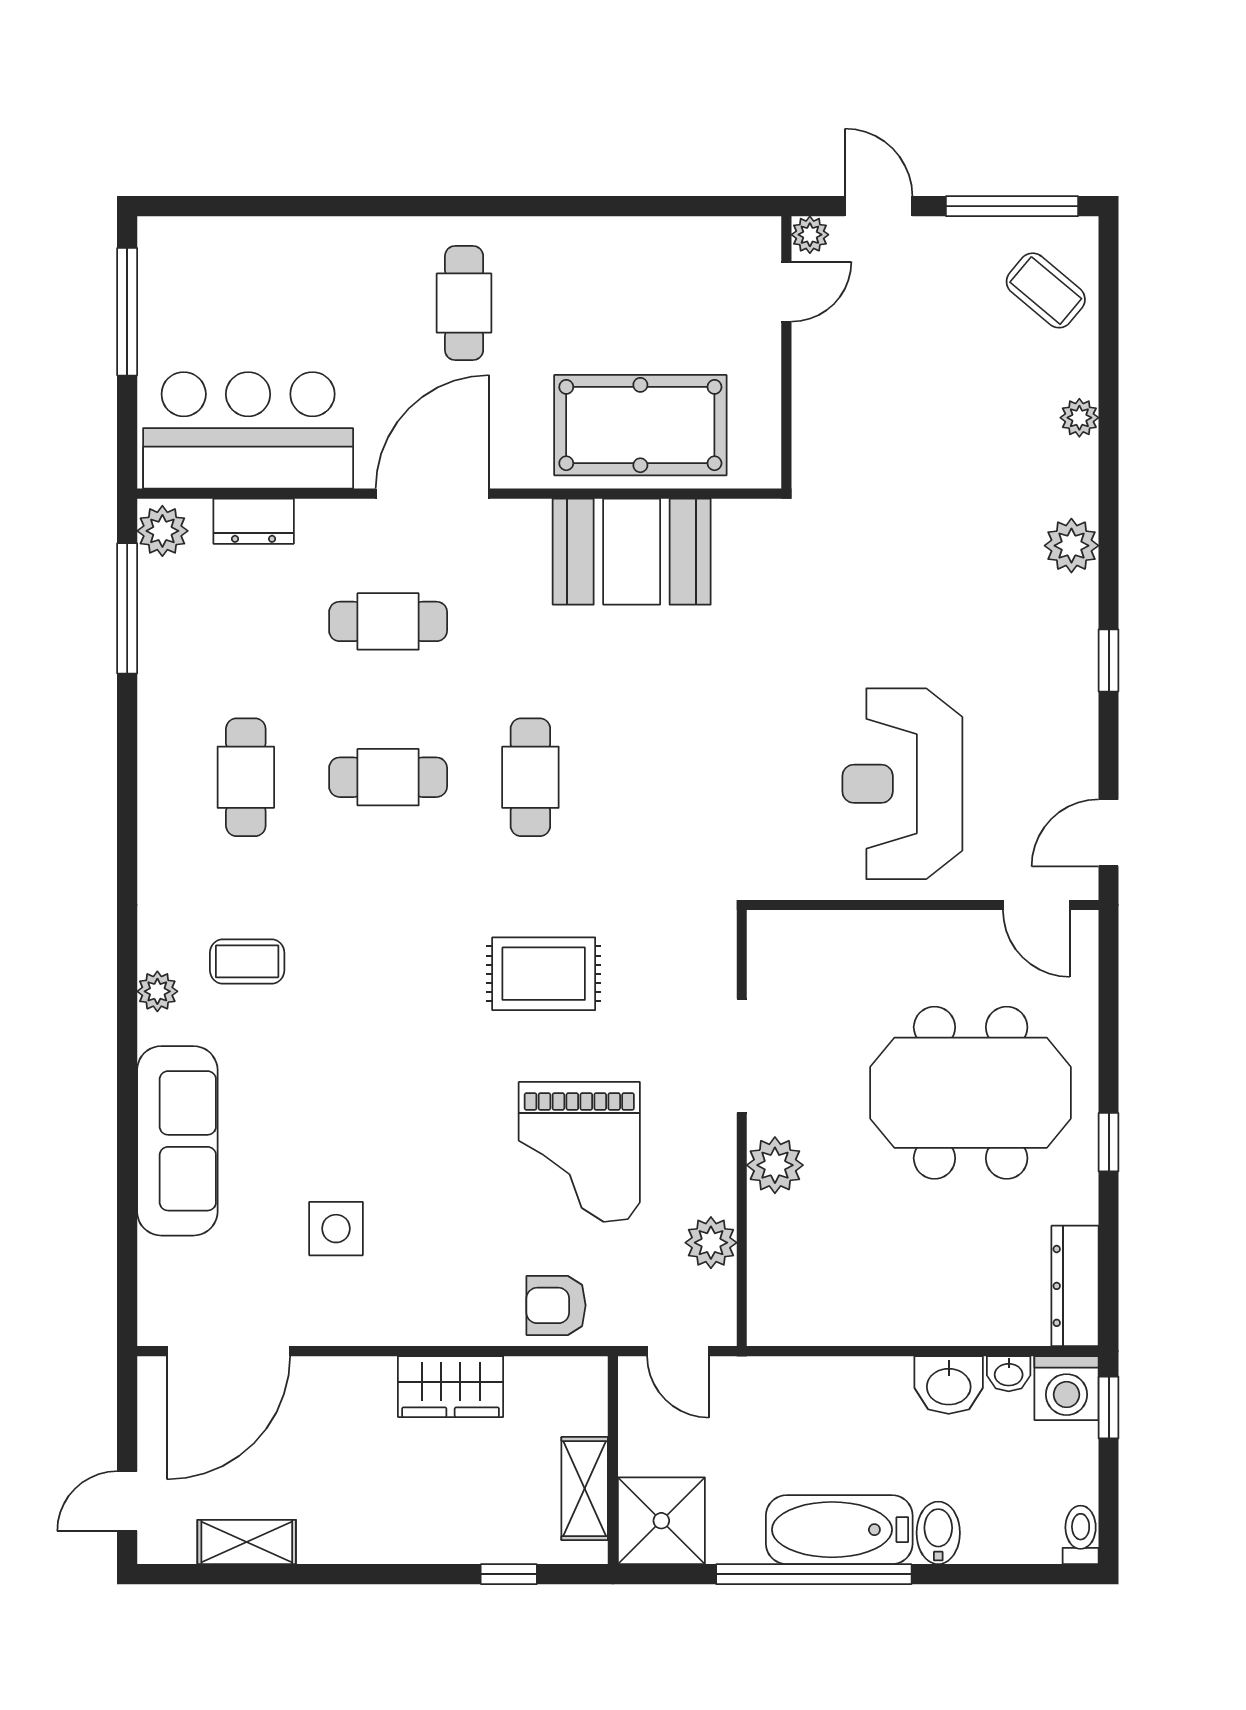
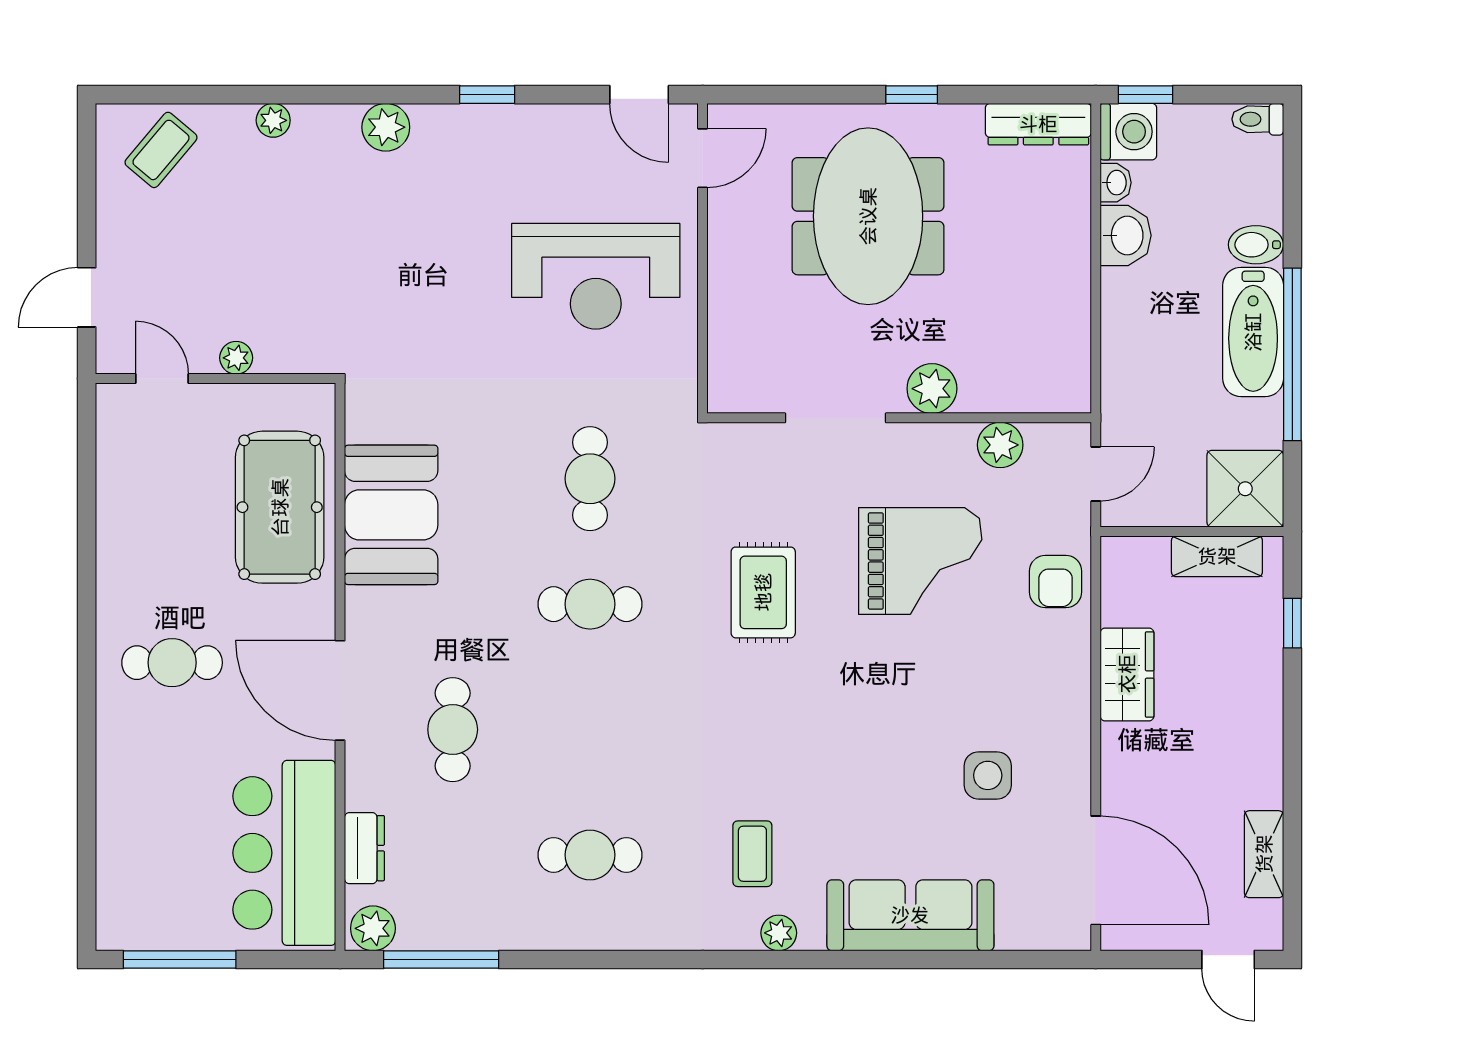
window: (1012, 206) -> (87, 180), removed
plant: (810, 235) -> (236, 358), moved
cafe table: (388, 777) -> (590, 479), moved

